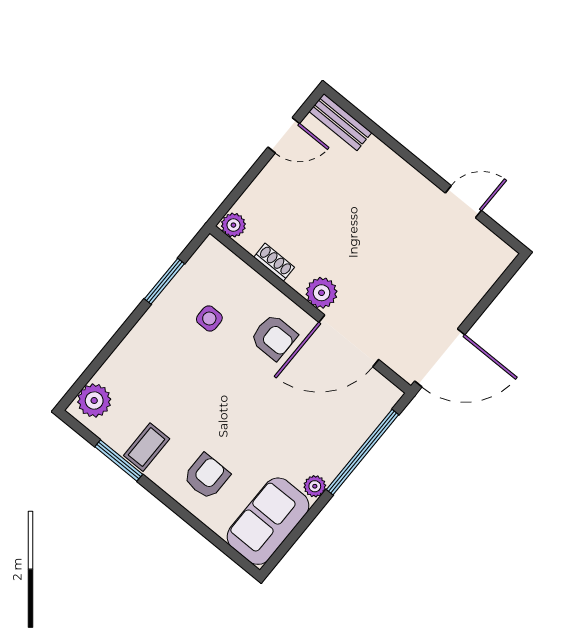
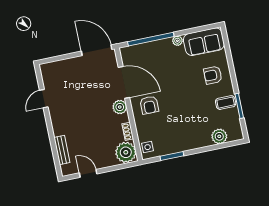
bench: (340, 122) -> (62, 150), moved
door: (463, 202) -> (44, 99), hinge flipped
plant: (233, 225) -> (126, 152), width x1.88, depth x1.88
side table: (209, 319) -> (148, 147), moved
armchair: (274, 337) -> (149, 105), turned 180
plant: (94, 401) -> (219, 136), moved

